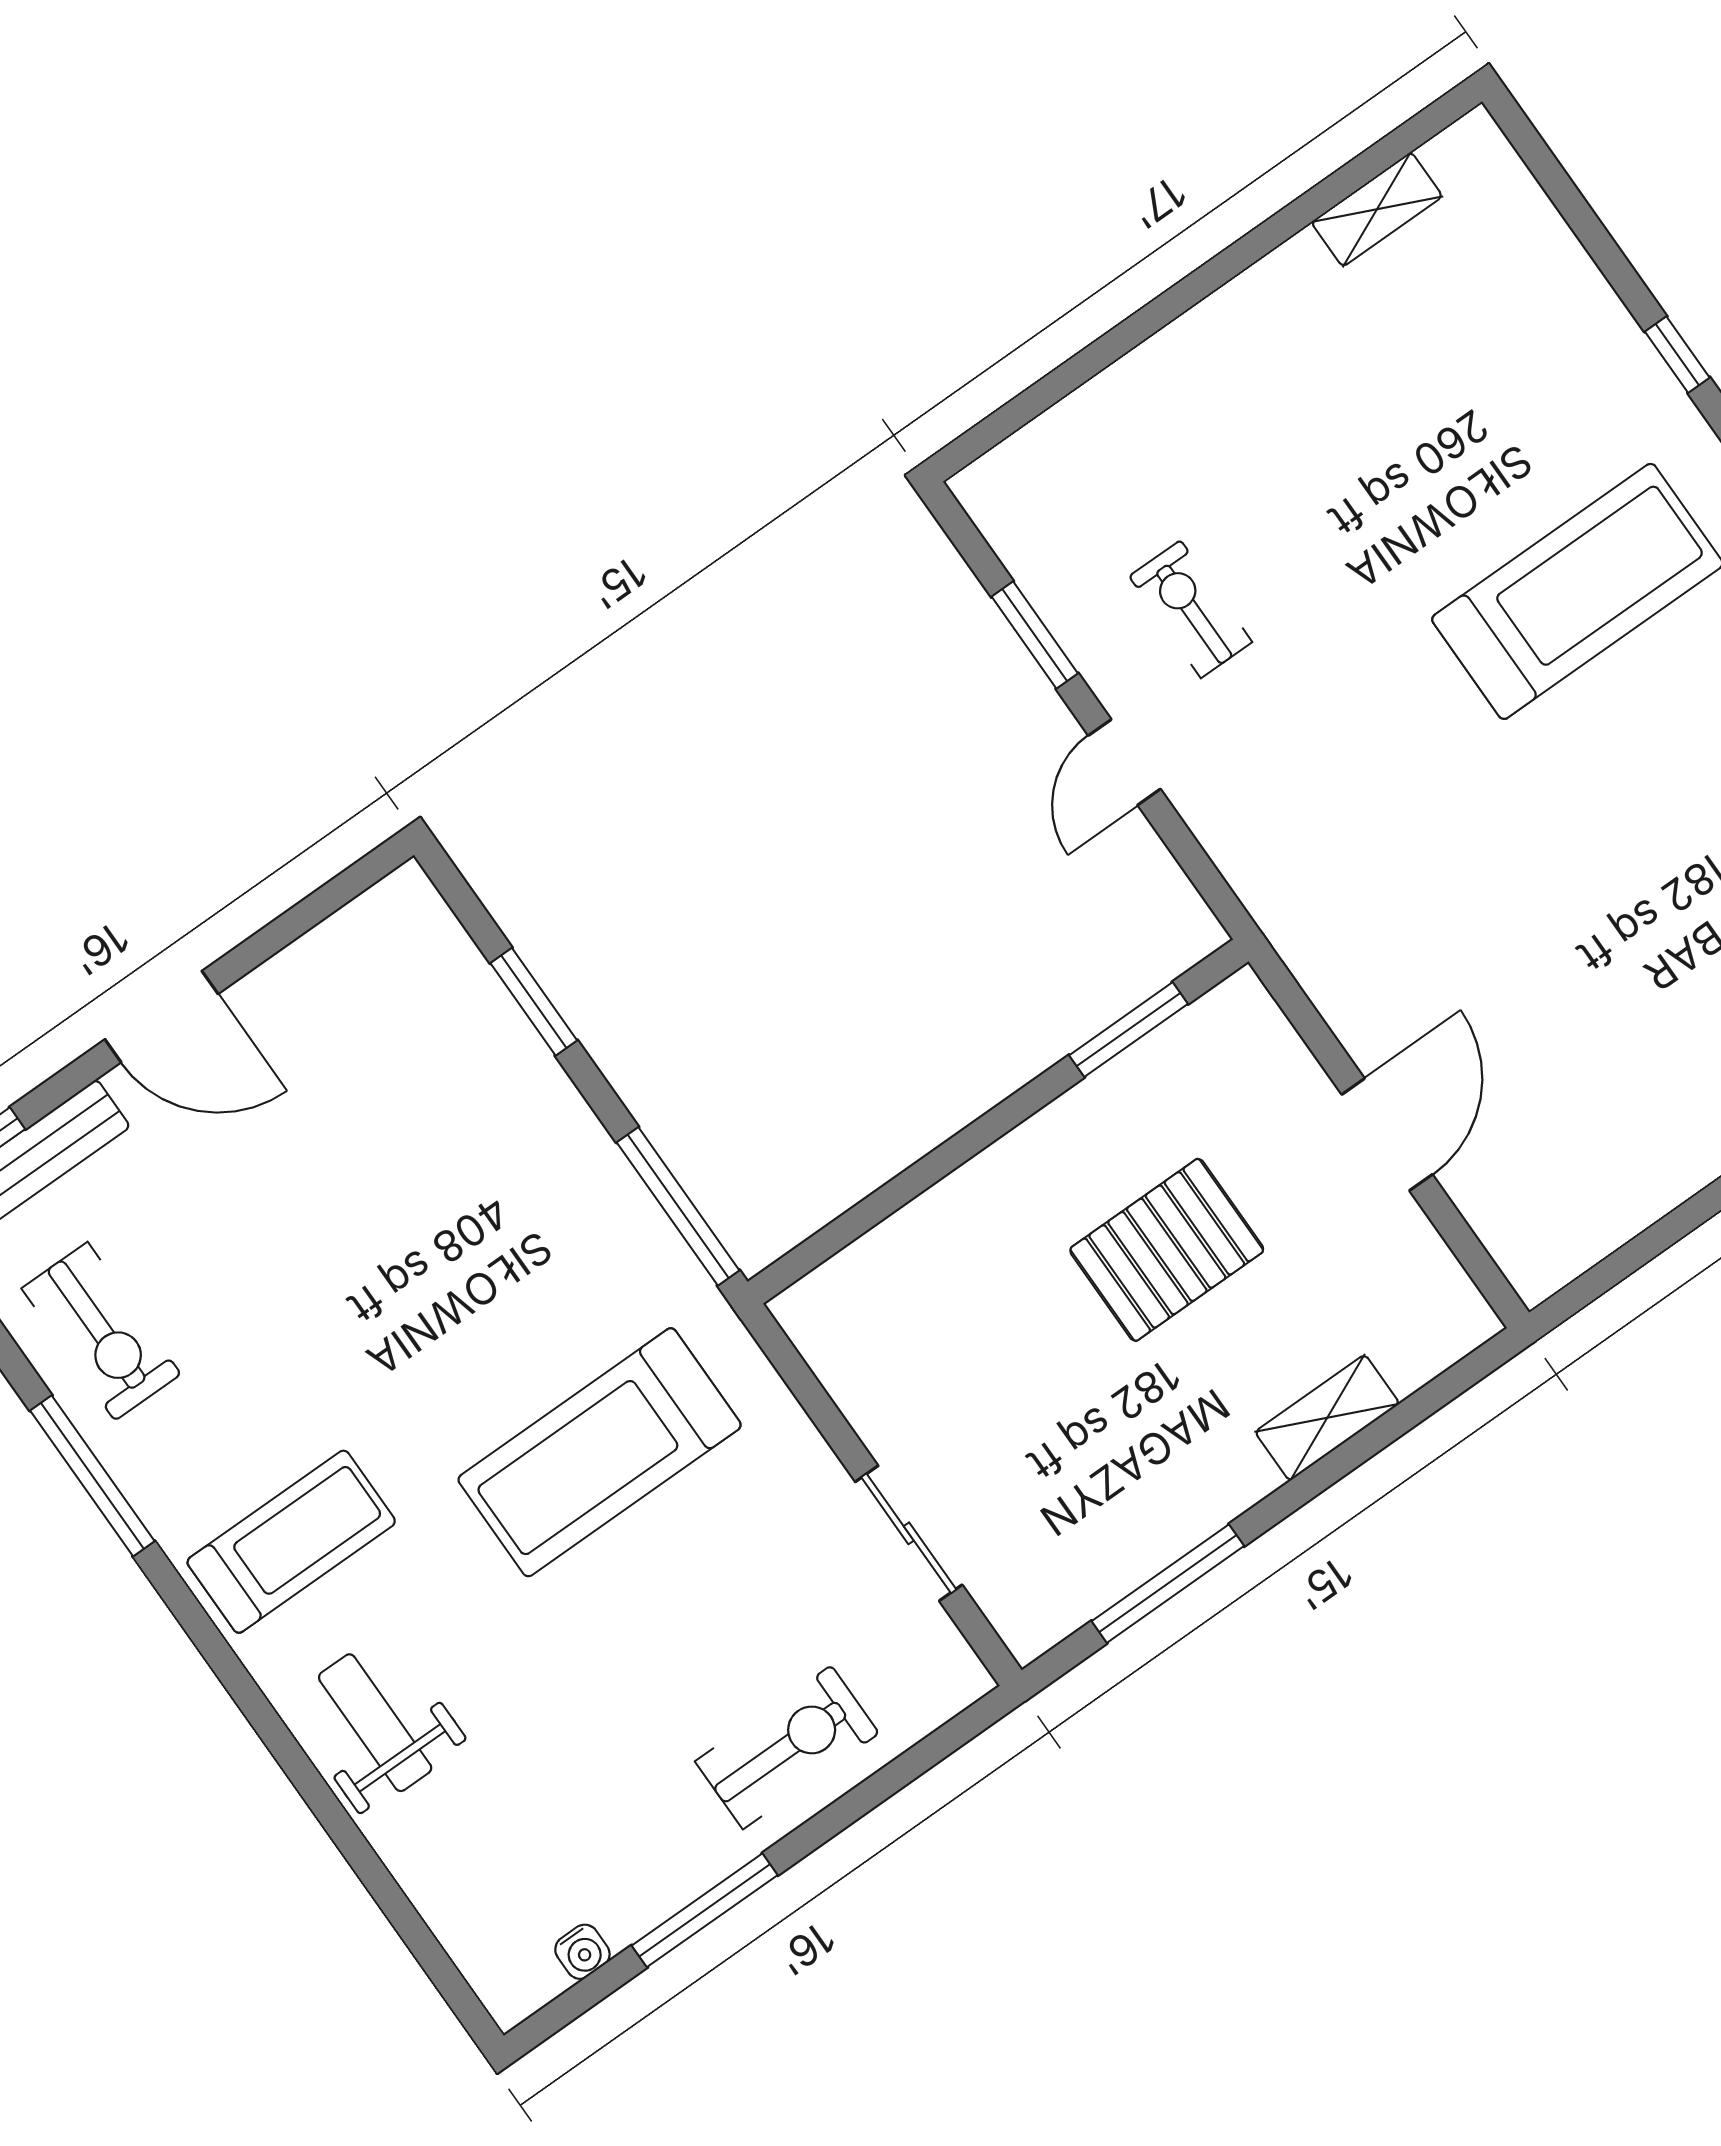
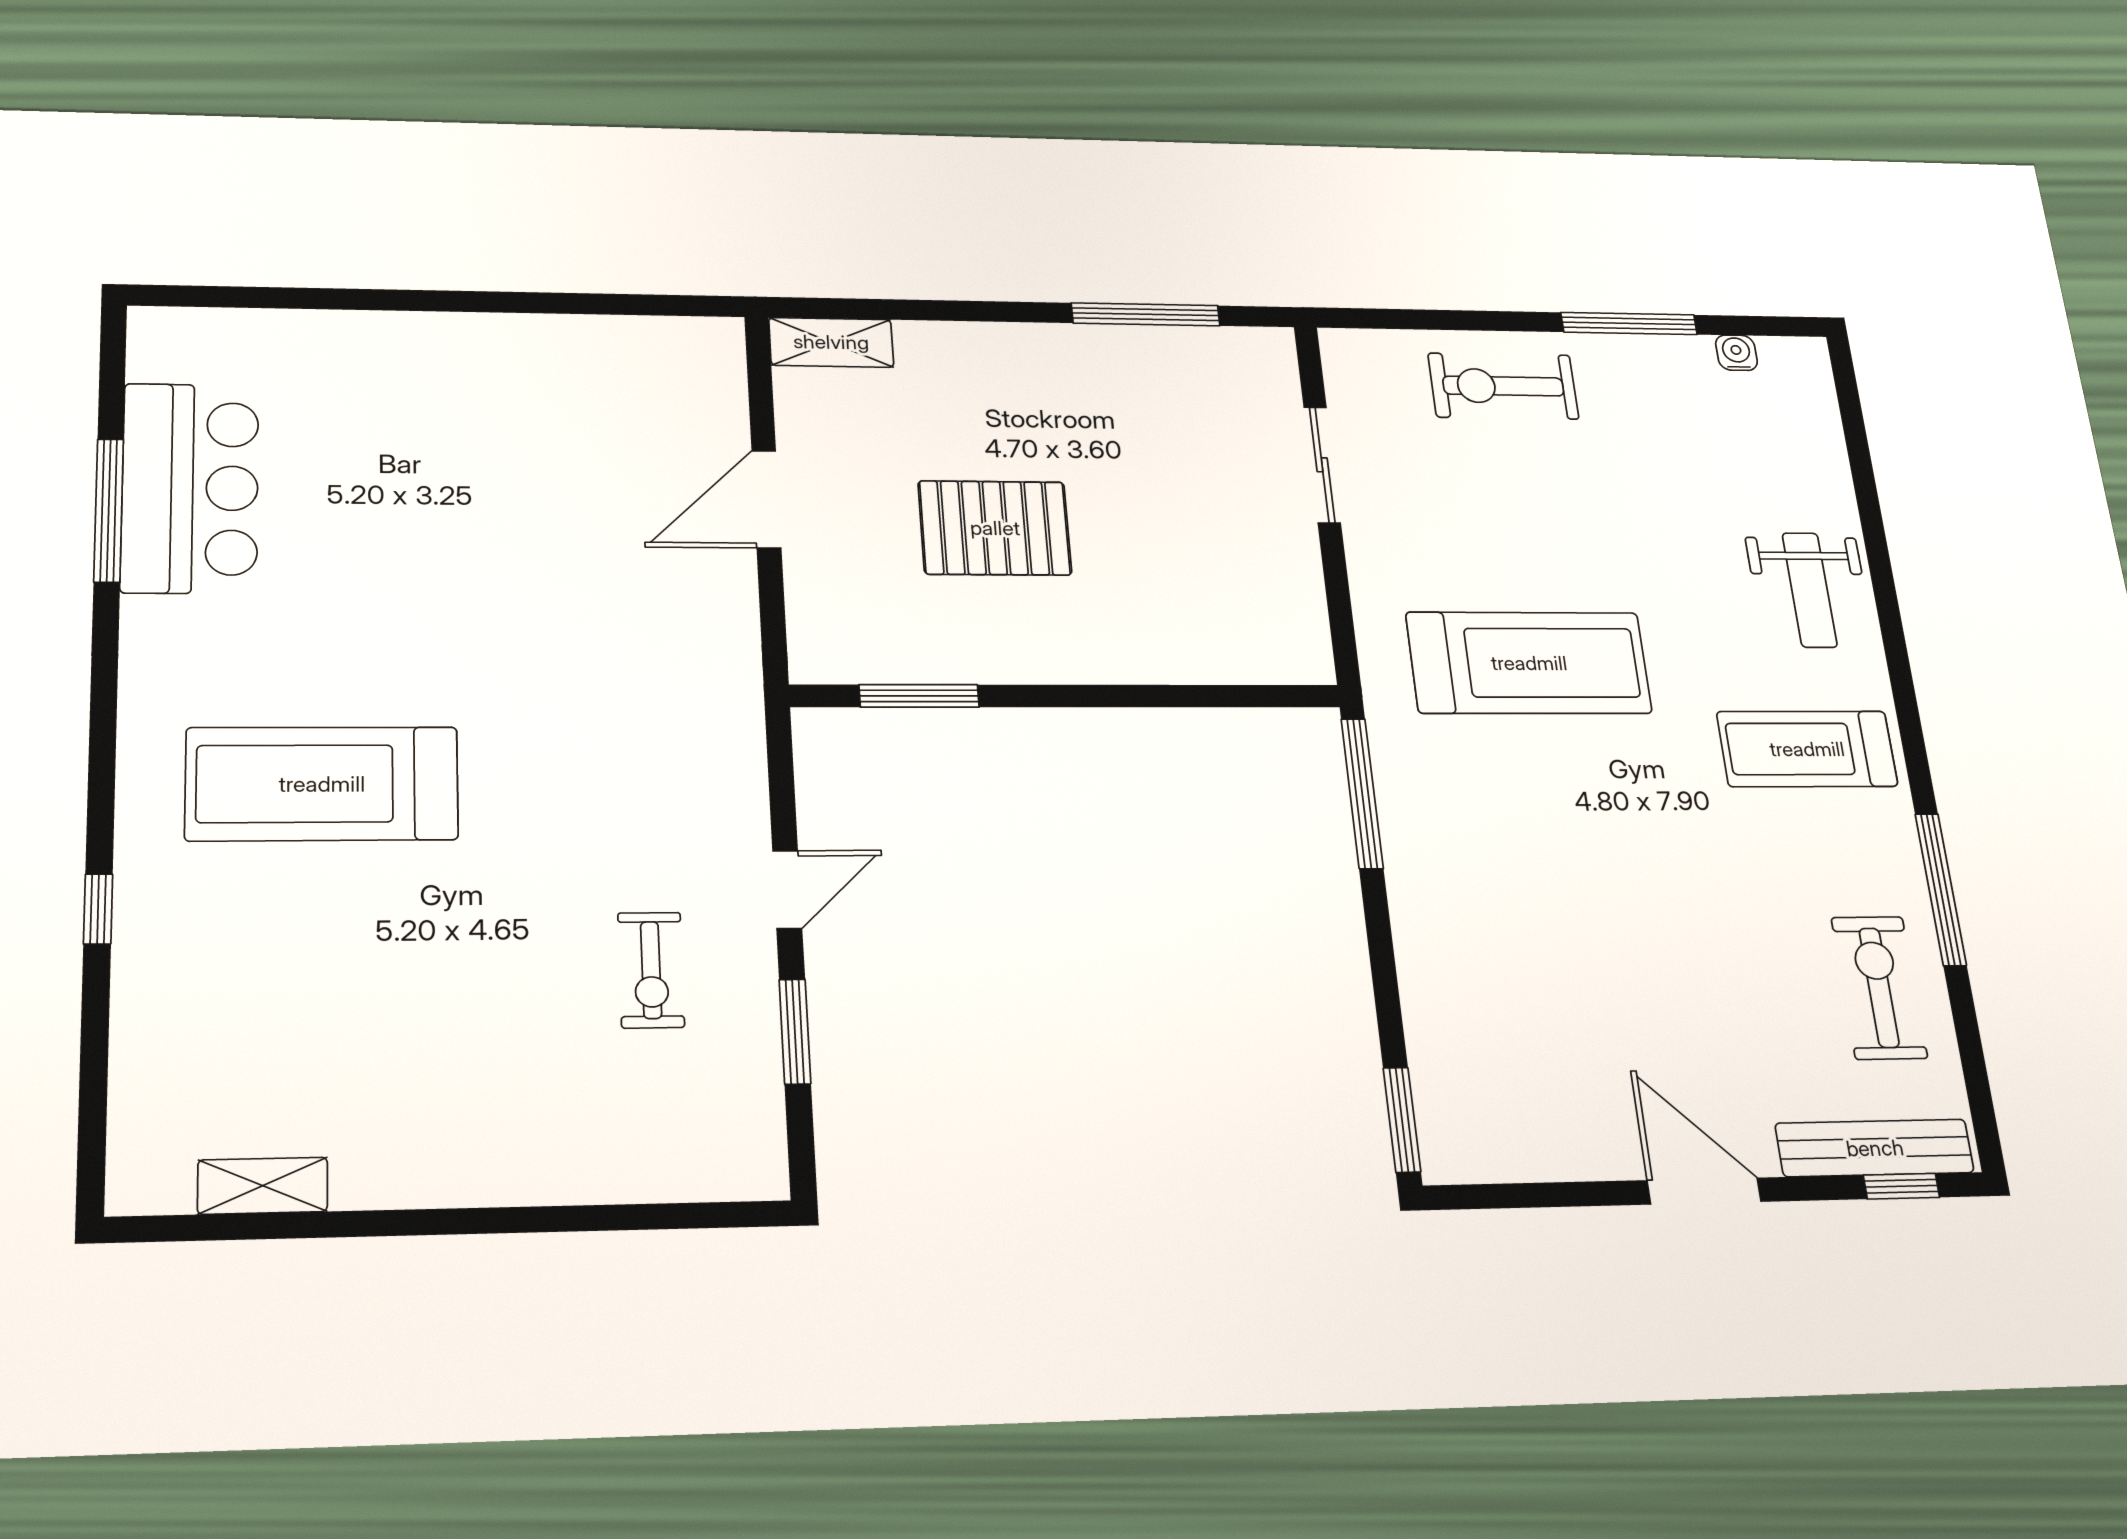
window: (534, 1002) -> (1402, 1120), moved
shelving: (1327, 1418) -> (831, 342), moved

